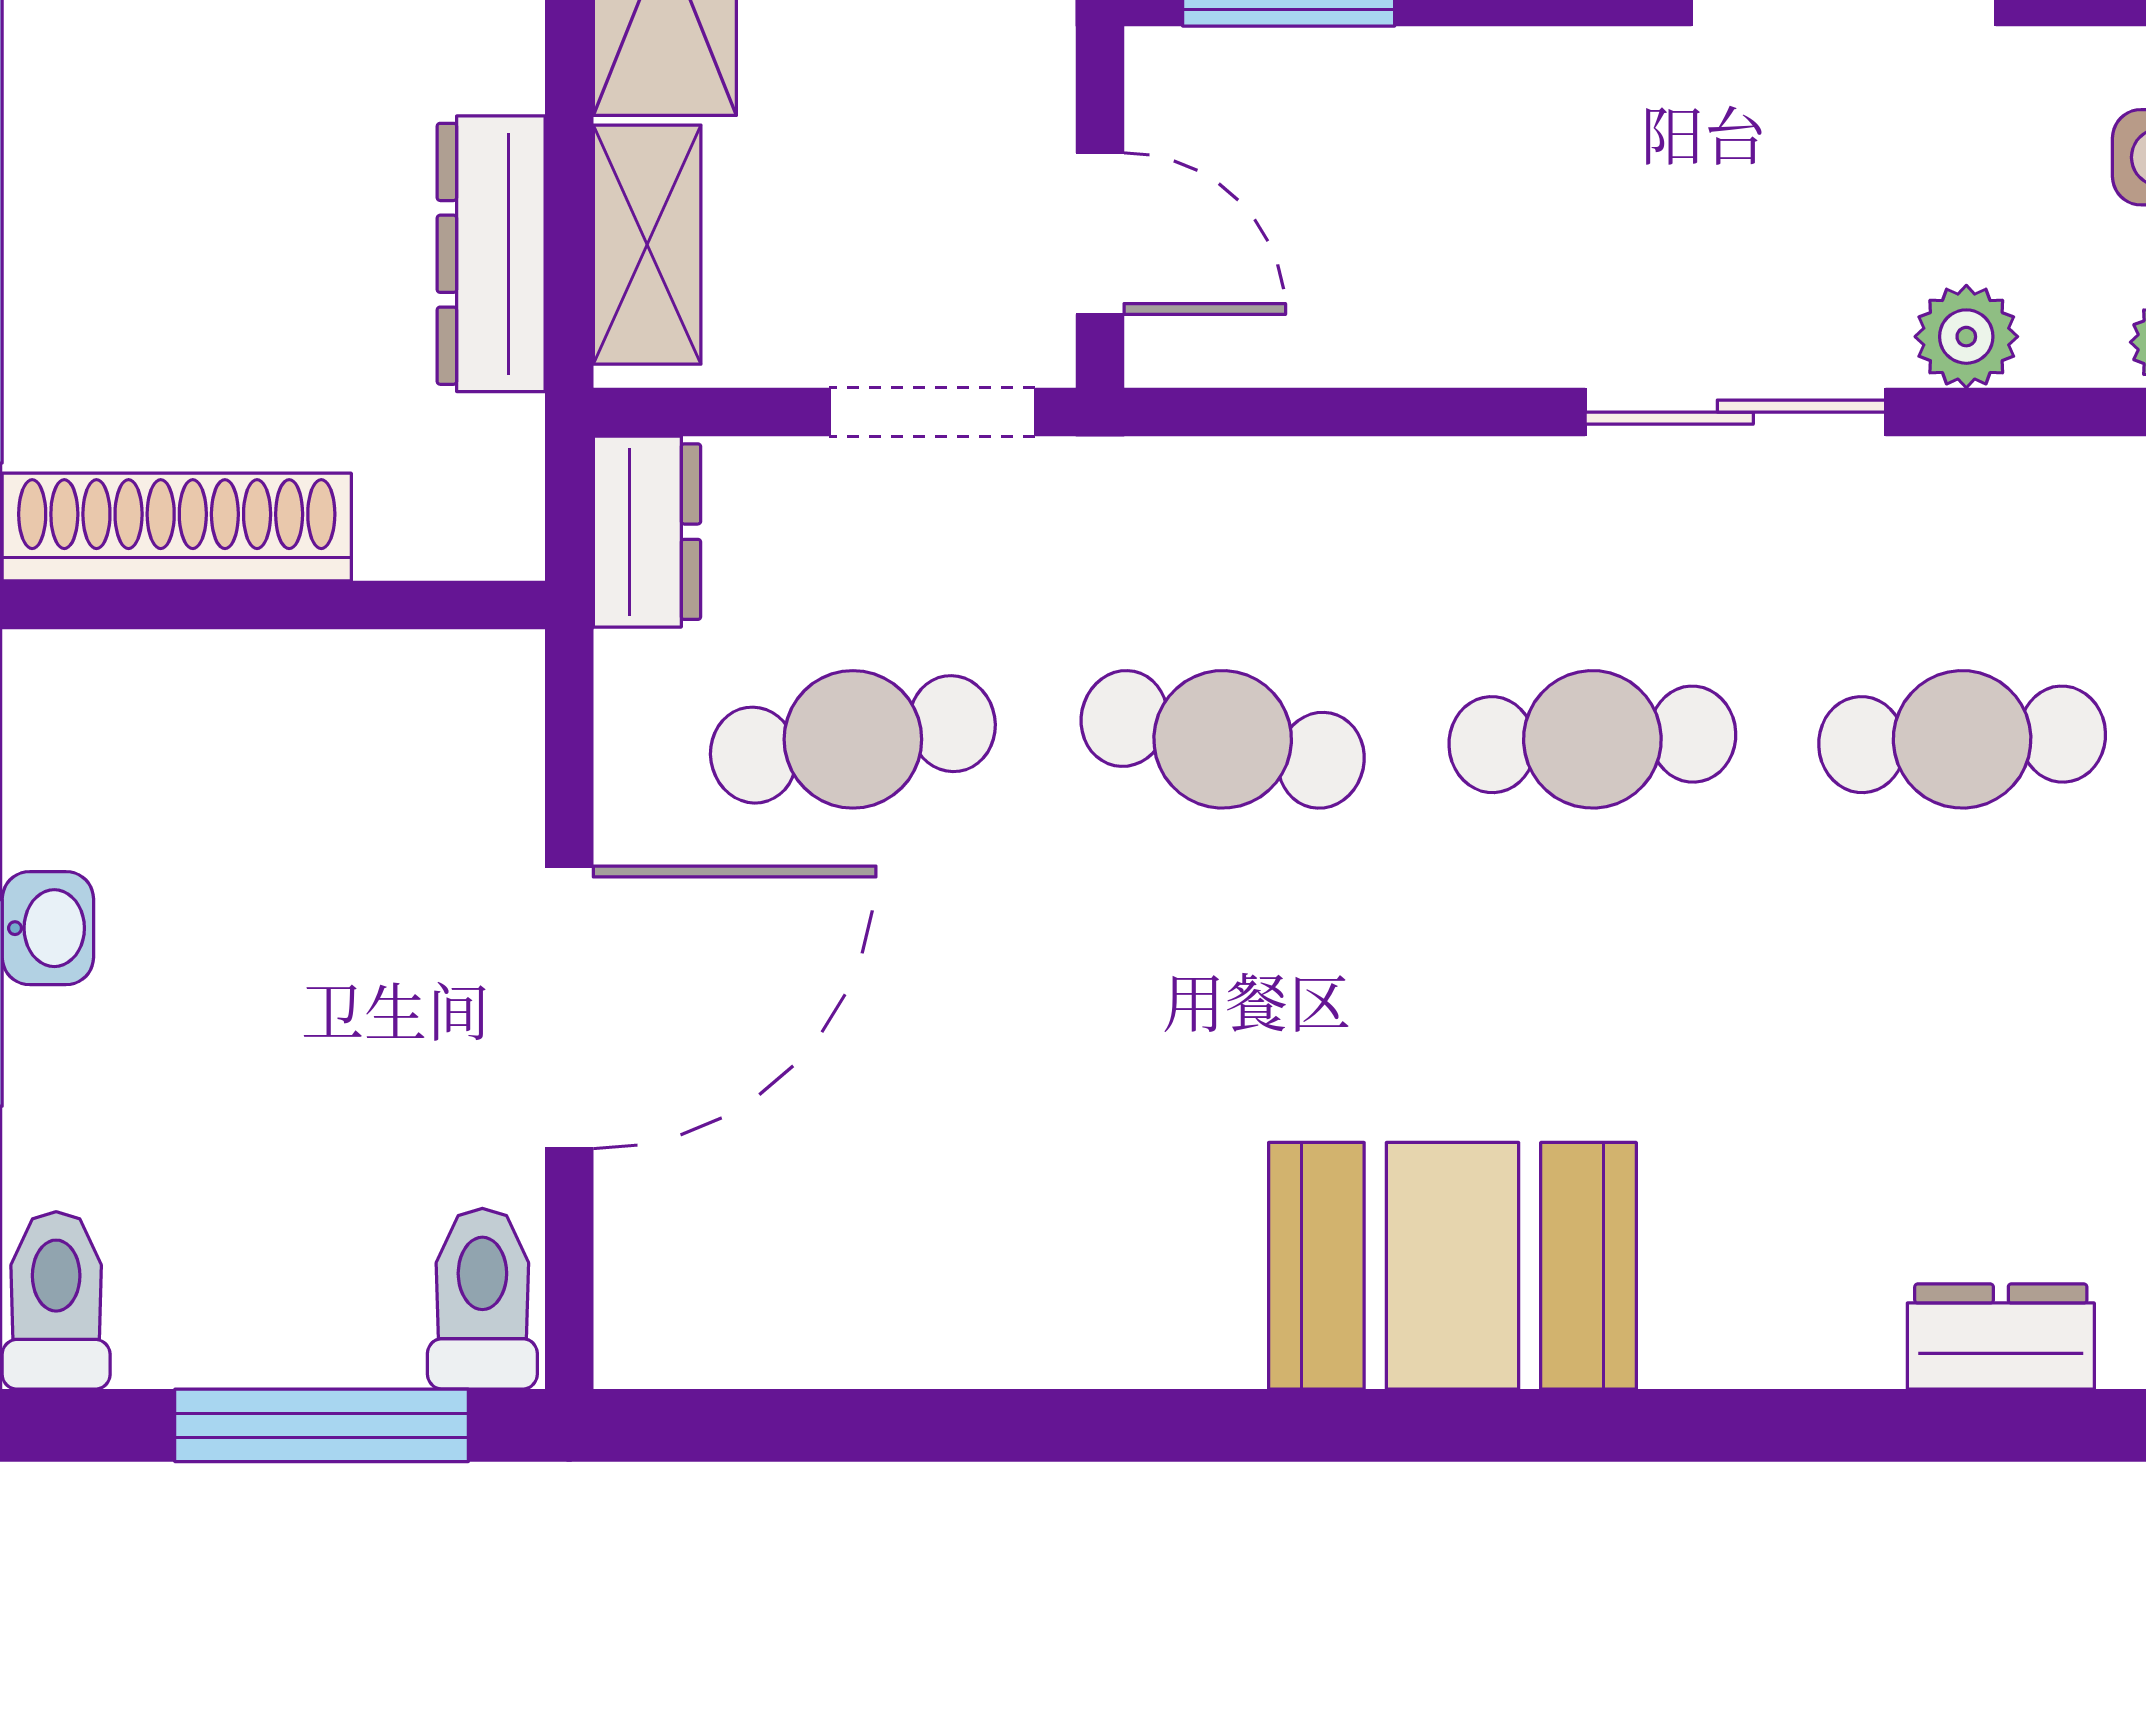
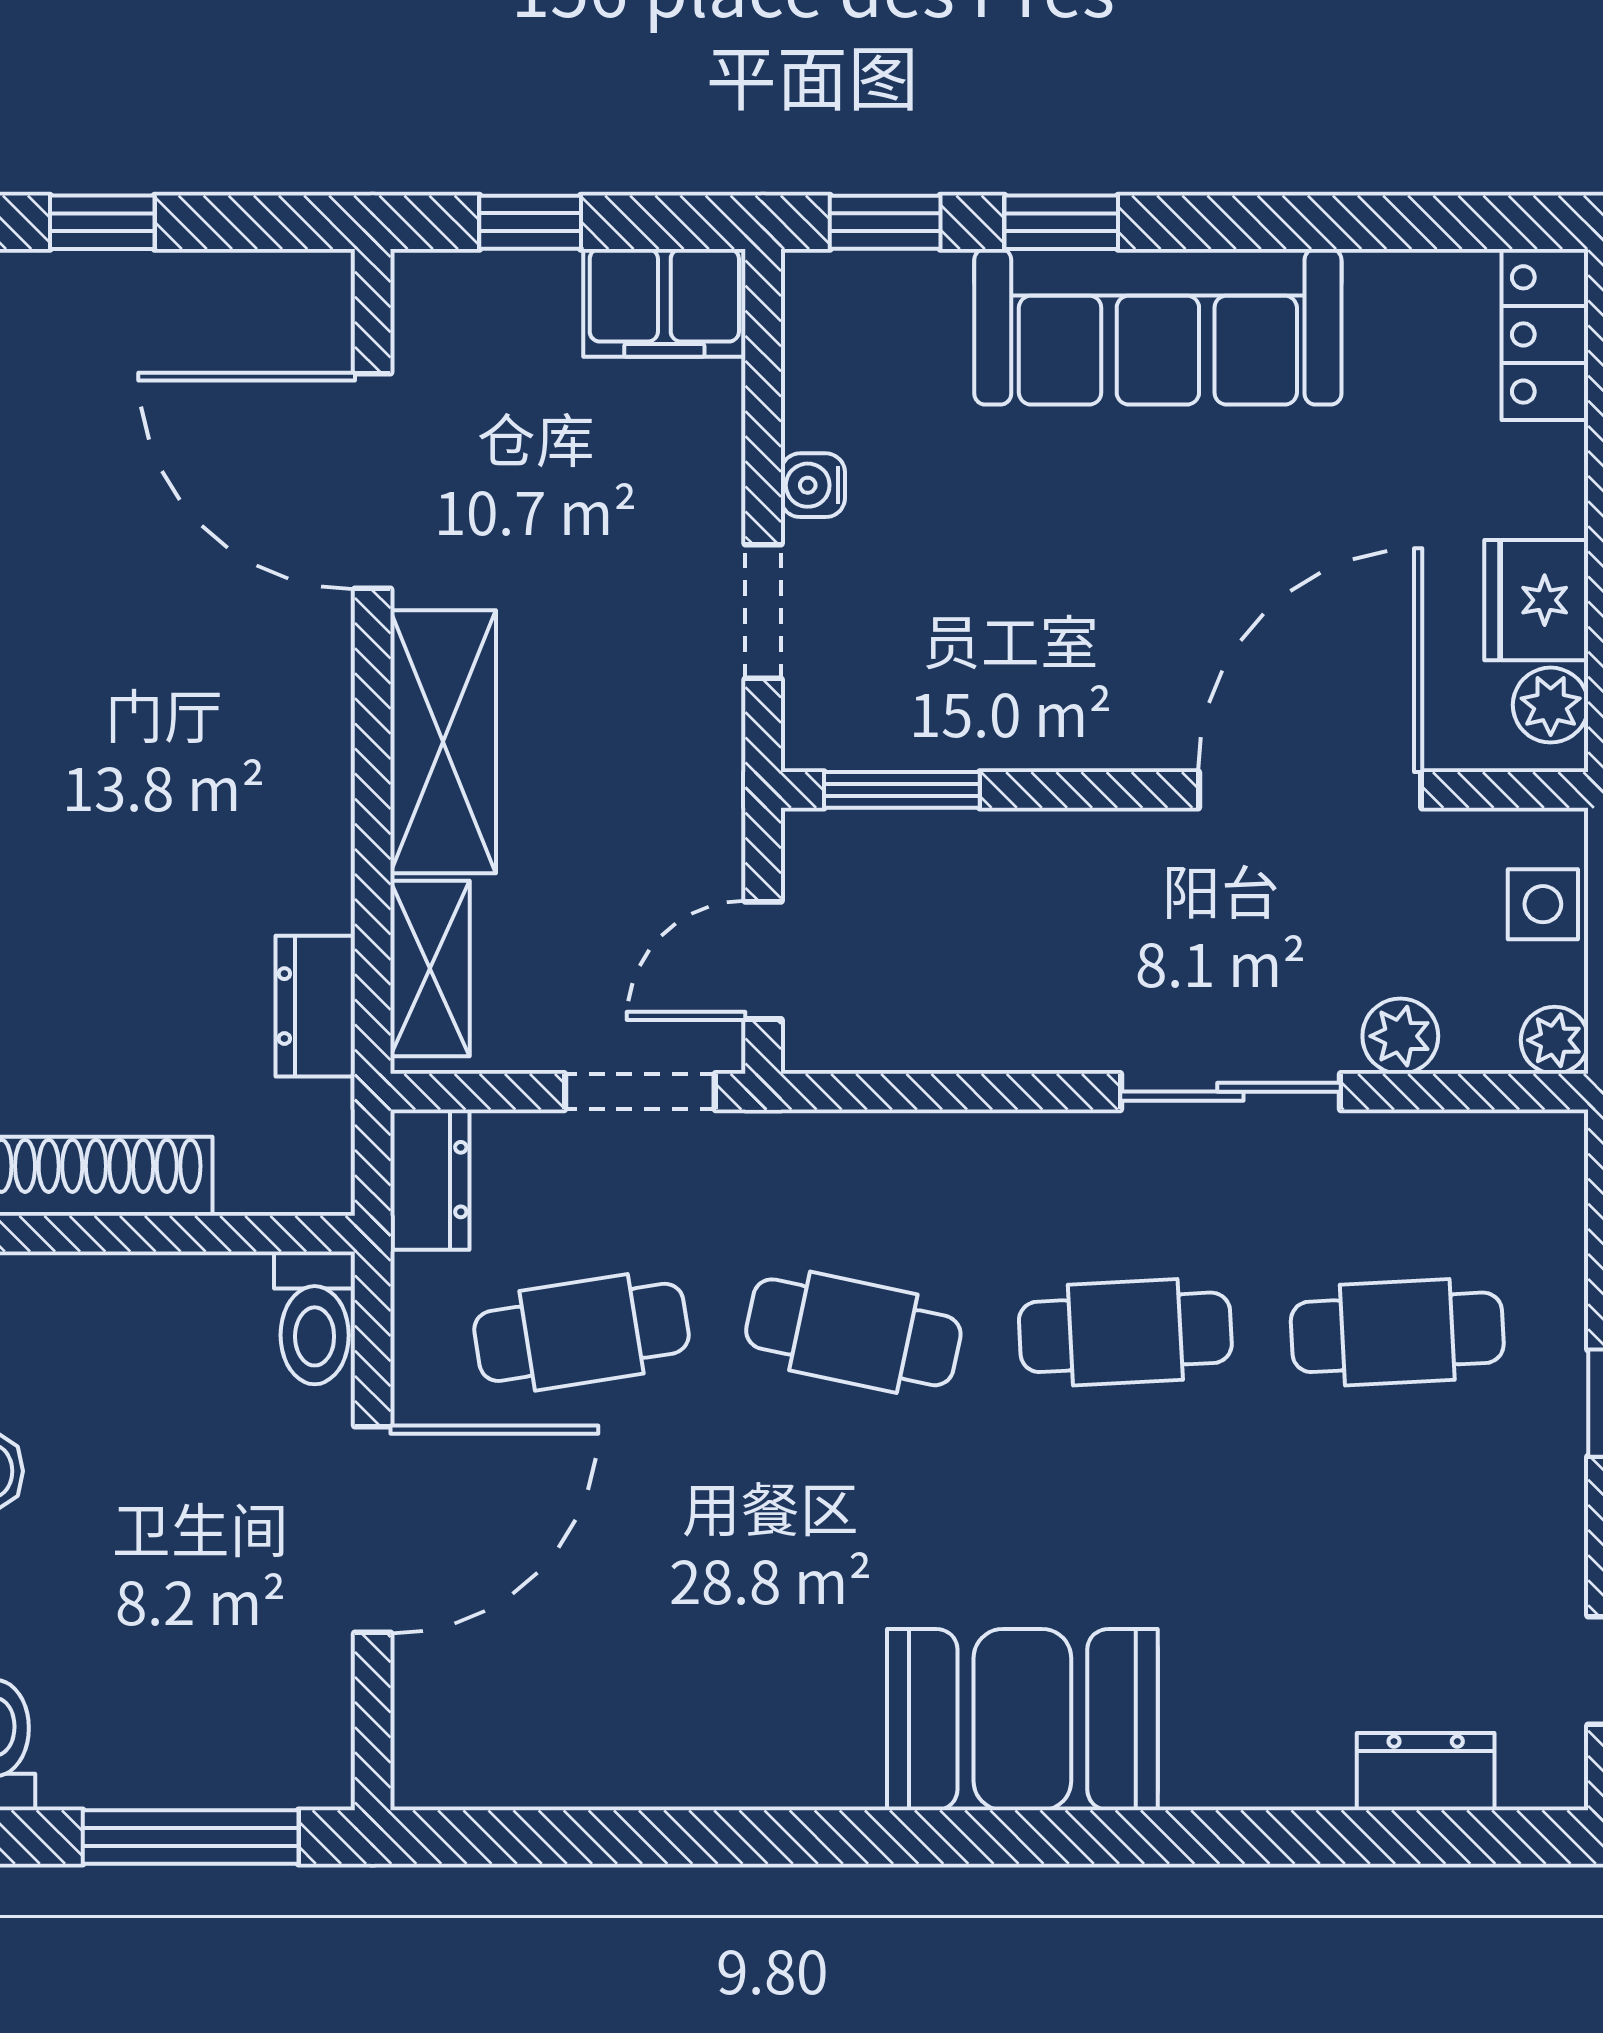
door: (1100, 234) -> (763, 960), swing flipped
dresser: (491, 254) -> (315, 1006), width x0.70
toilet: (482, 1299) -> (315, 1318), moved, turned 180

